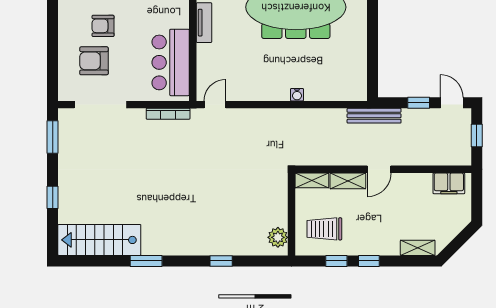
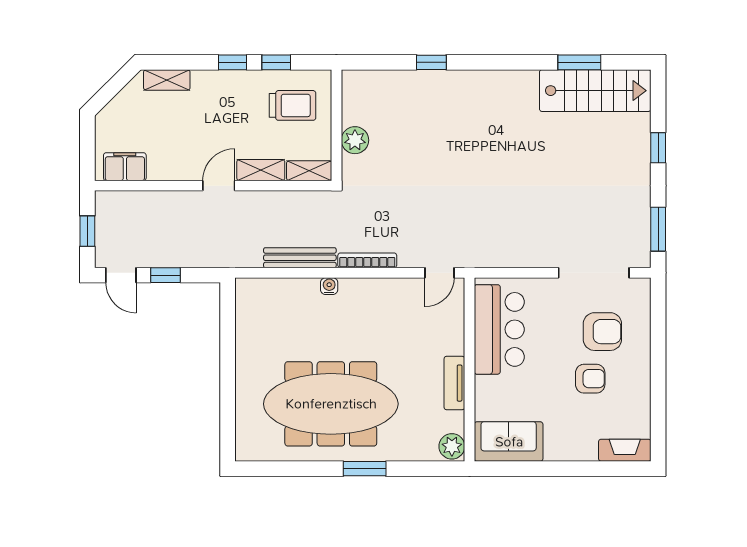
bookcase: (168, 114) -> (367, 260), moved
bench: (374, 116) -> (300, 258), moved
plant: (278, 237) -> (355, 140), moved
window: (146, 261) -> (579, 62), moved

